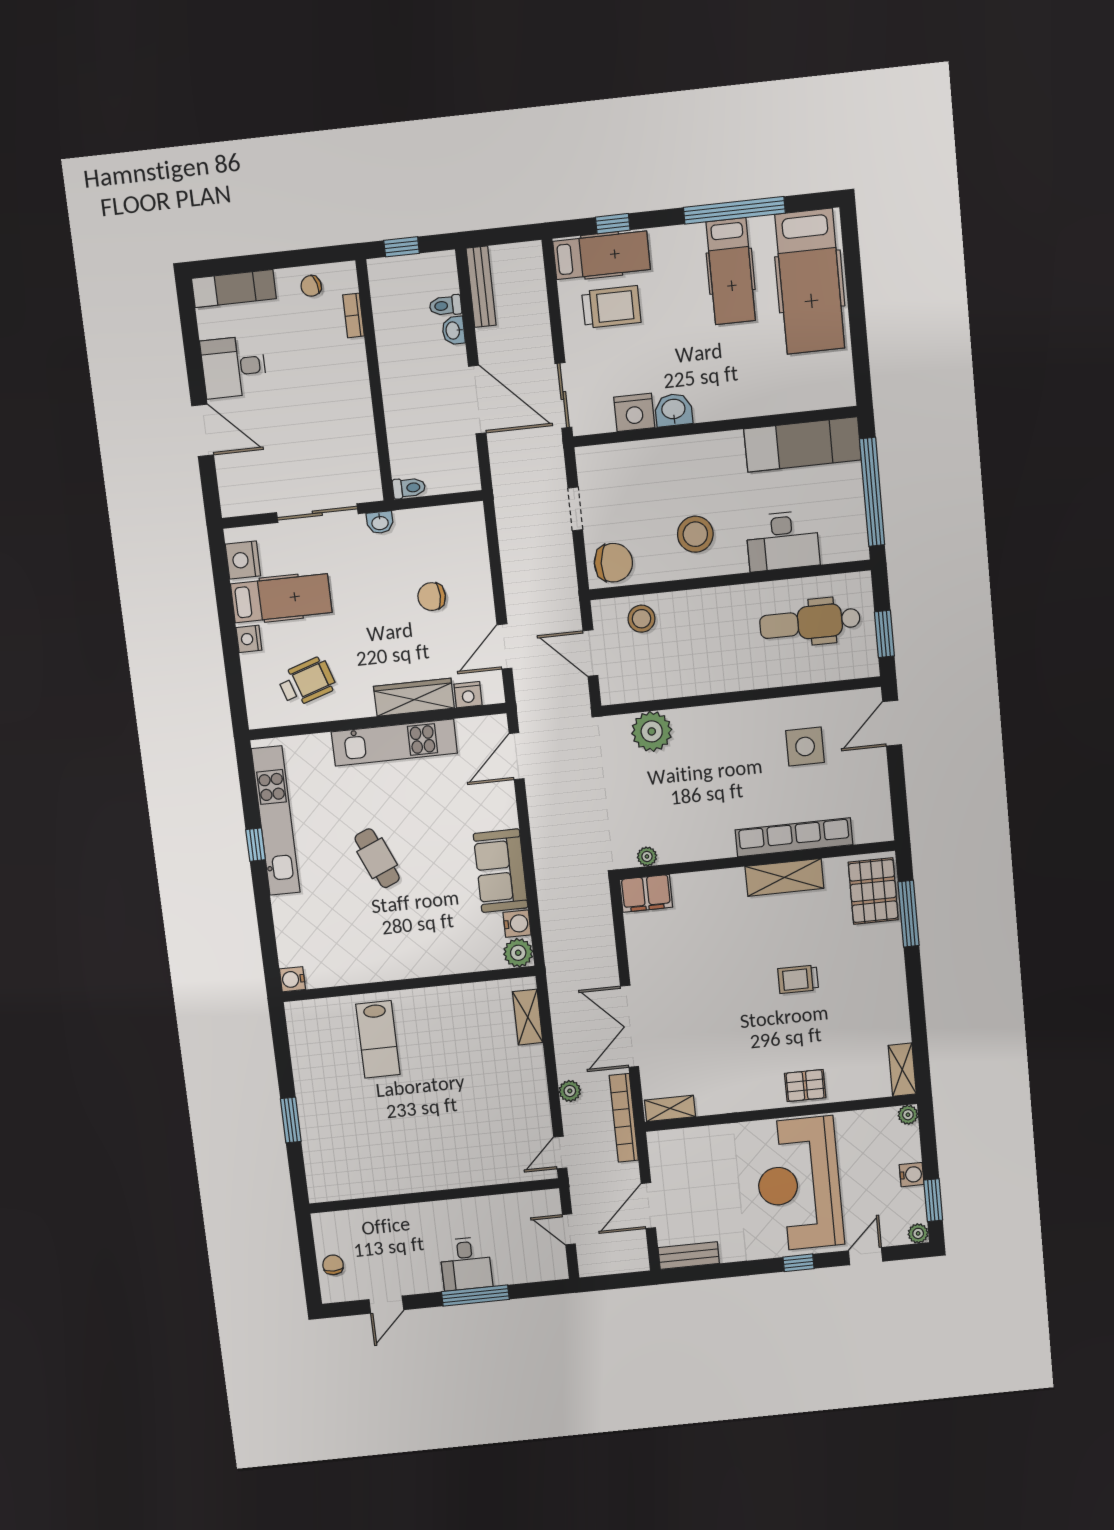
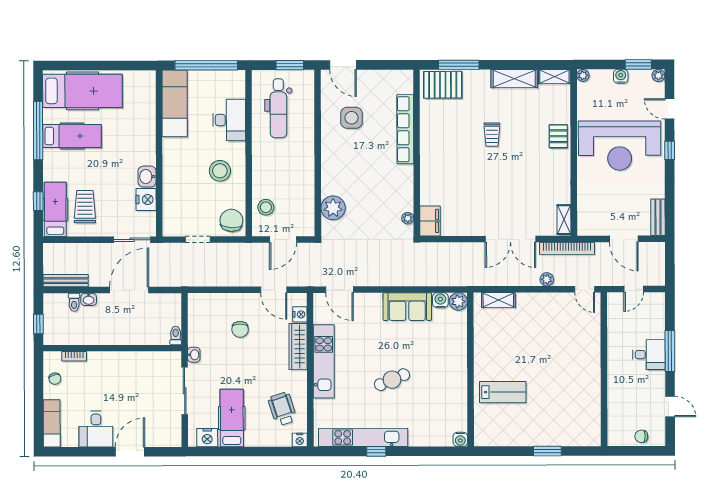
nightstand: (249, 639) -> (300, 440), moved
shelving: (784, 877) -> (514, 79), moved, turned 90

